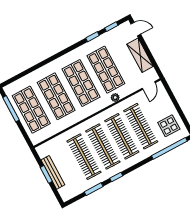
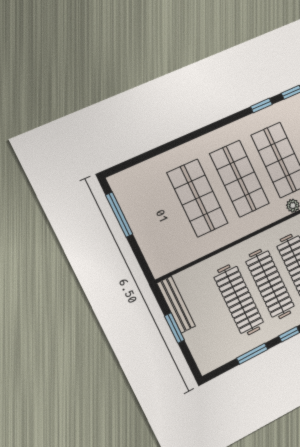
shop shelf: (31, 110) -> (154, 218), removed
bench: (53, 172) -> (176, 305), moved

